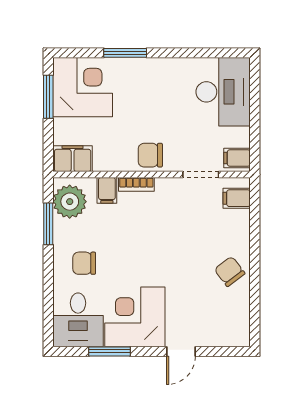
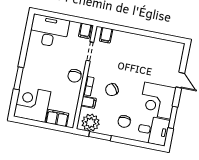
window: (48, 97) -> (34, 123), removed
filing cabinet: (73, 159) -> (57, 118), moved, turned 90
chair: (230, 271) -> (112, 90), moved

